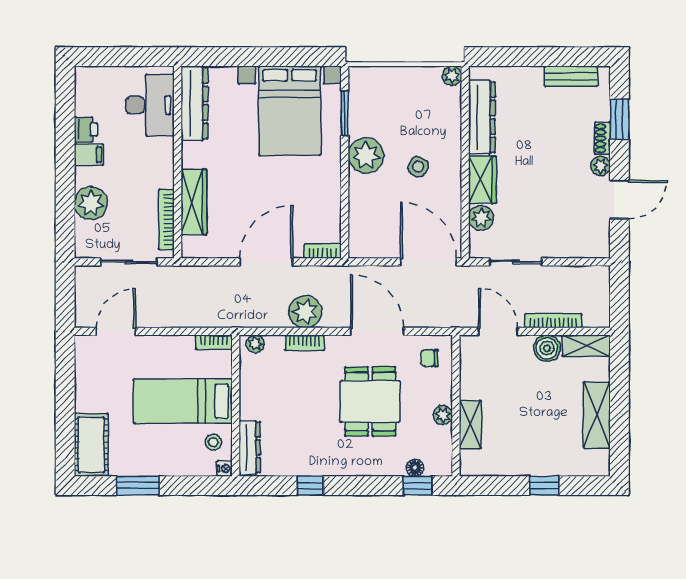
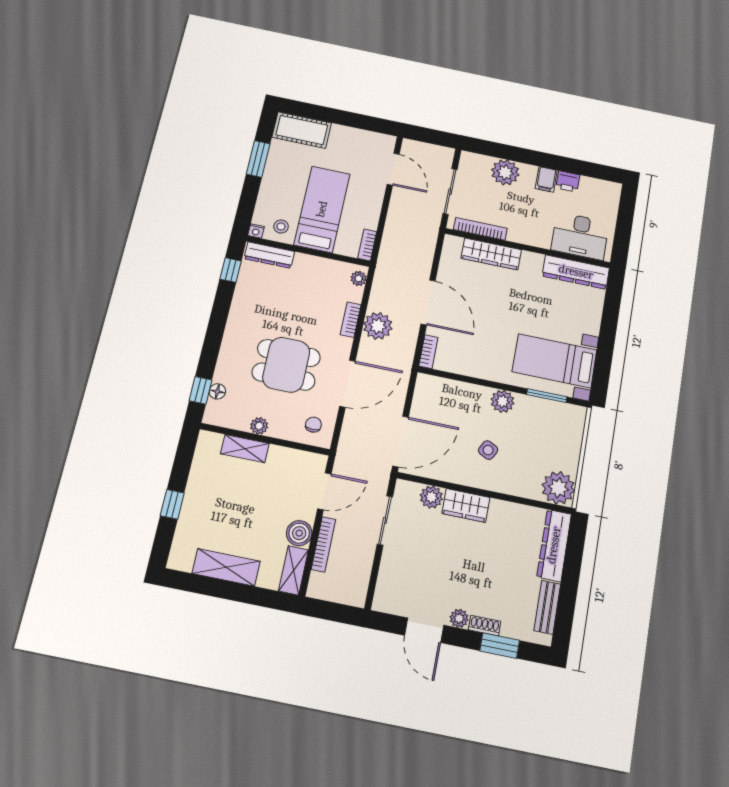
plant: (452, 76) -> (558, 488), width x1.88, depth x1.88
bed with nightstands: (290, 111) -> (555, 361), width x0.73
dresser: (482, 117) -> (554, 545), moved, turned 90
plant: (366, 155) -> (503, 401), width x0.73, depth x0.73
window: (310, 486) -> (231, 270), moved

